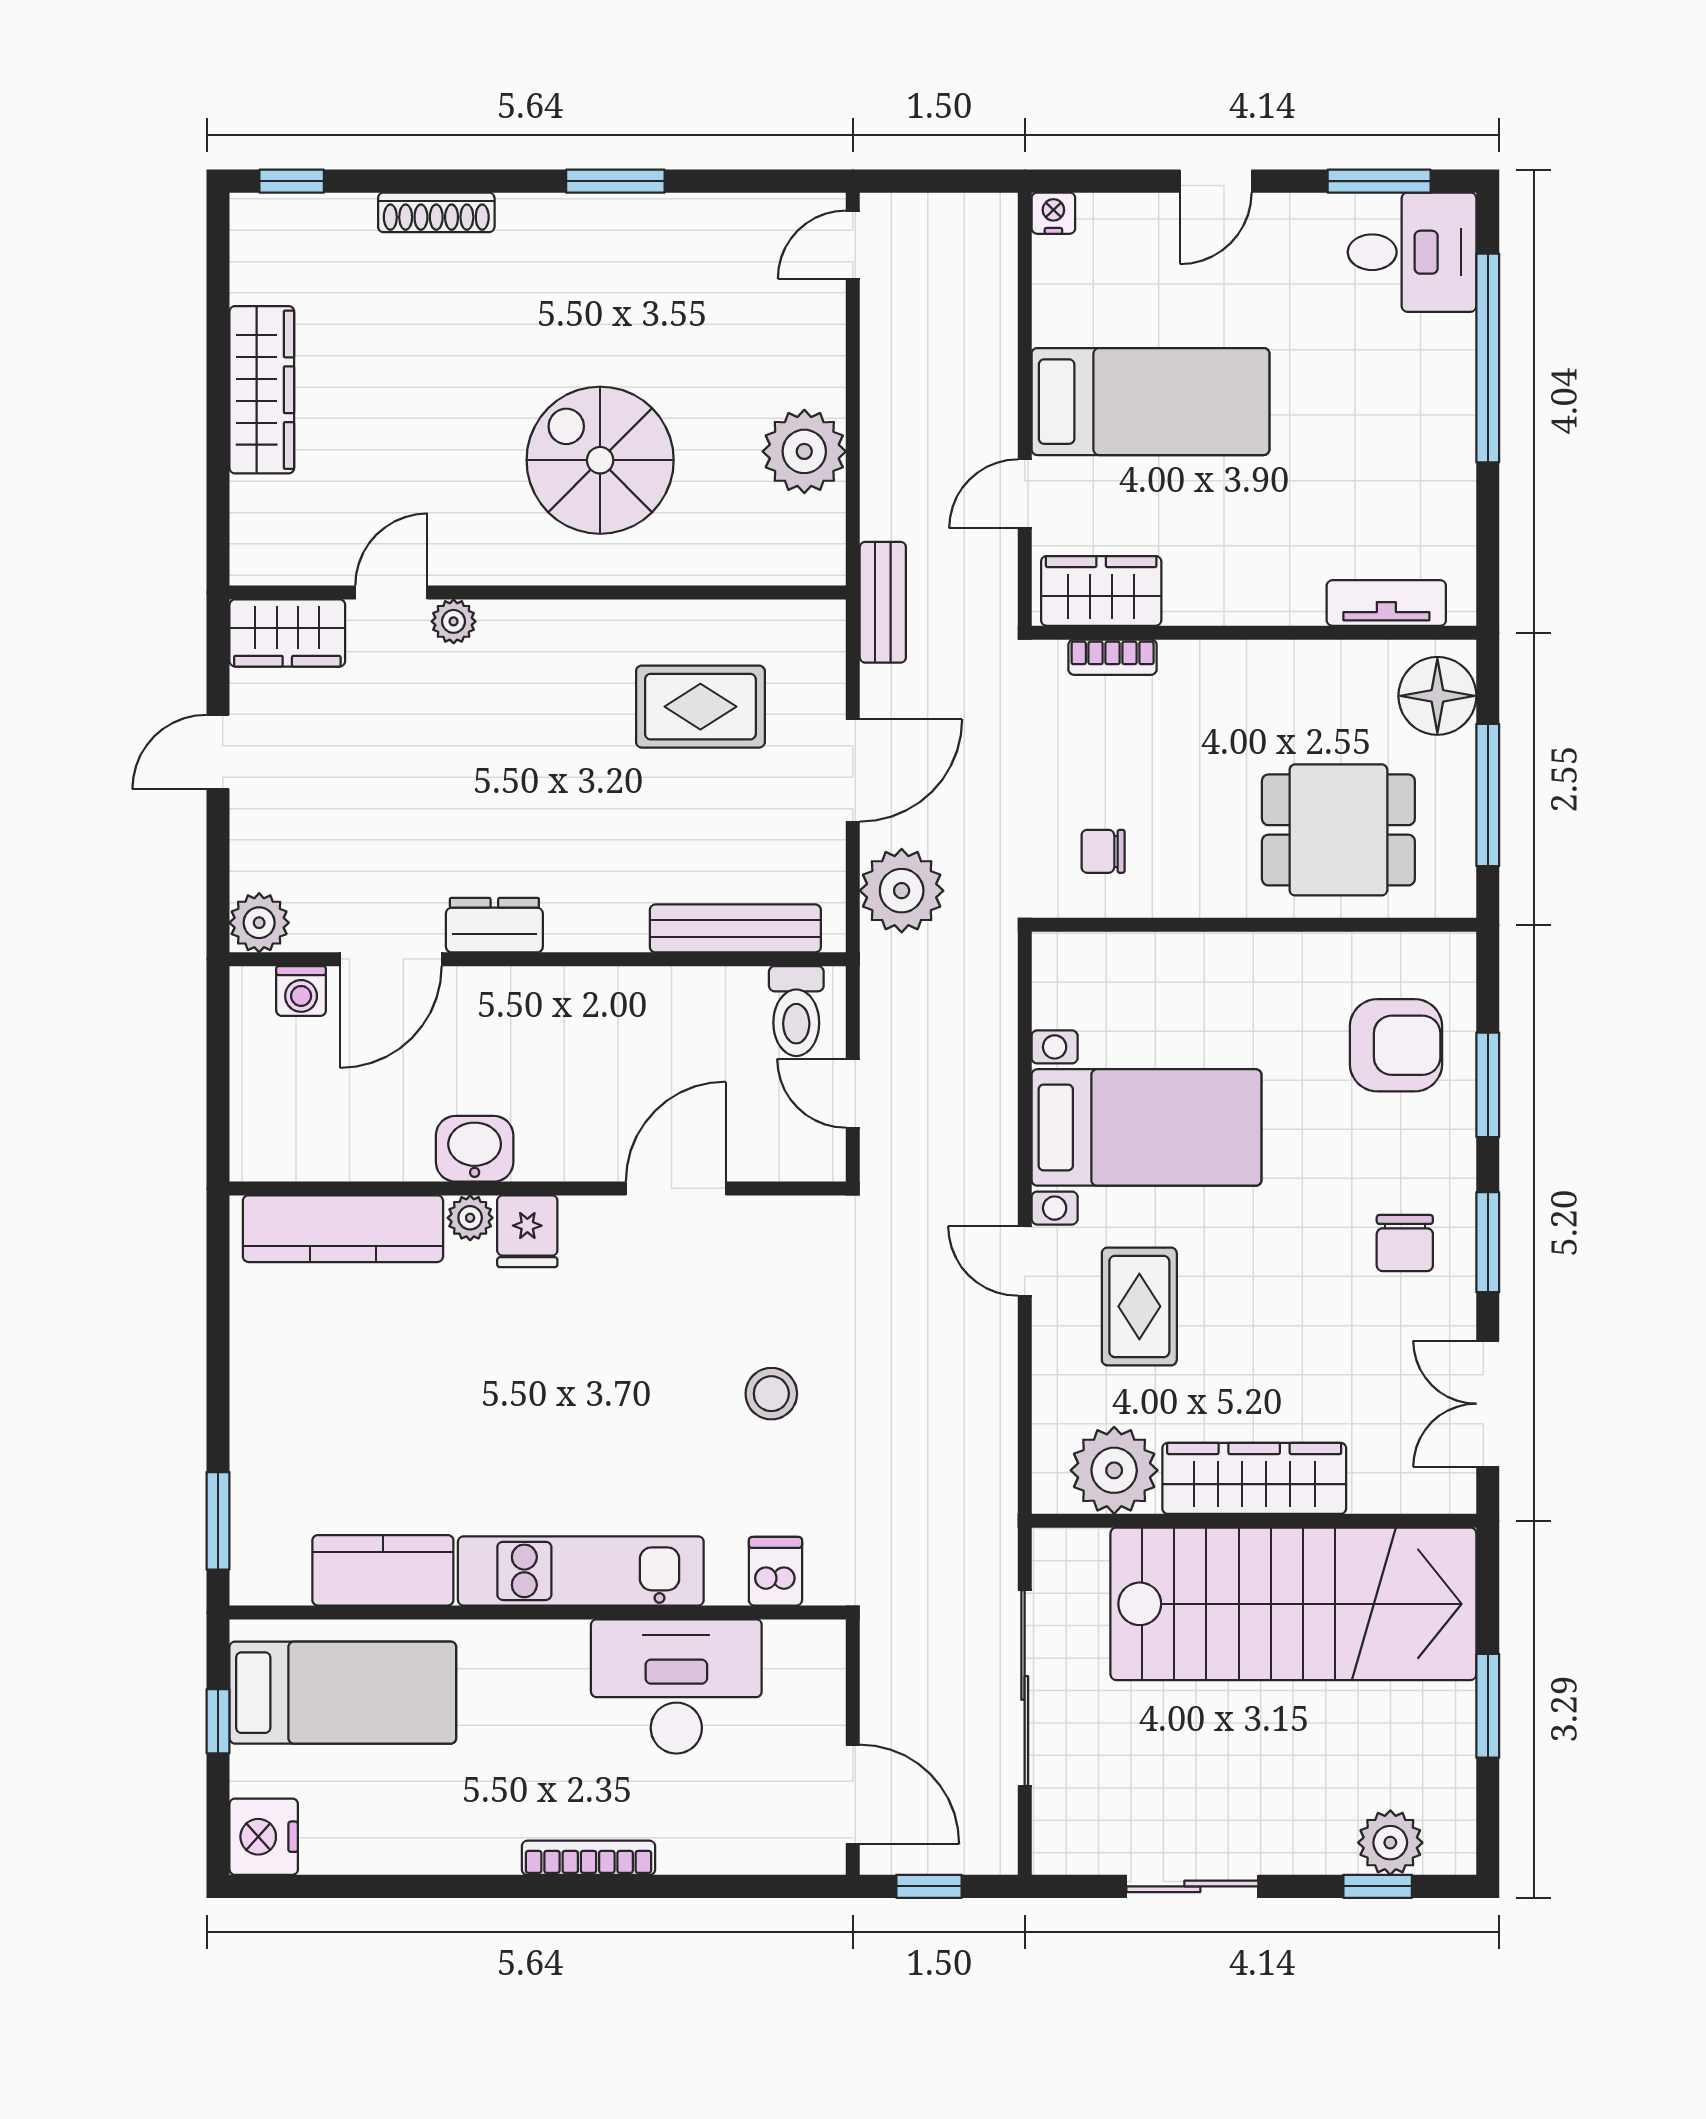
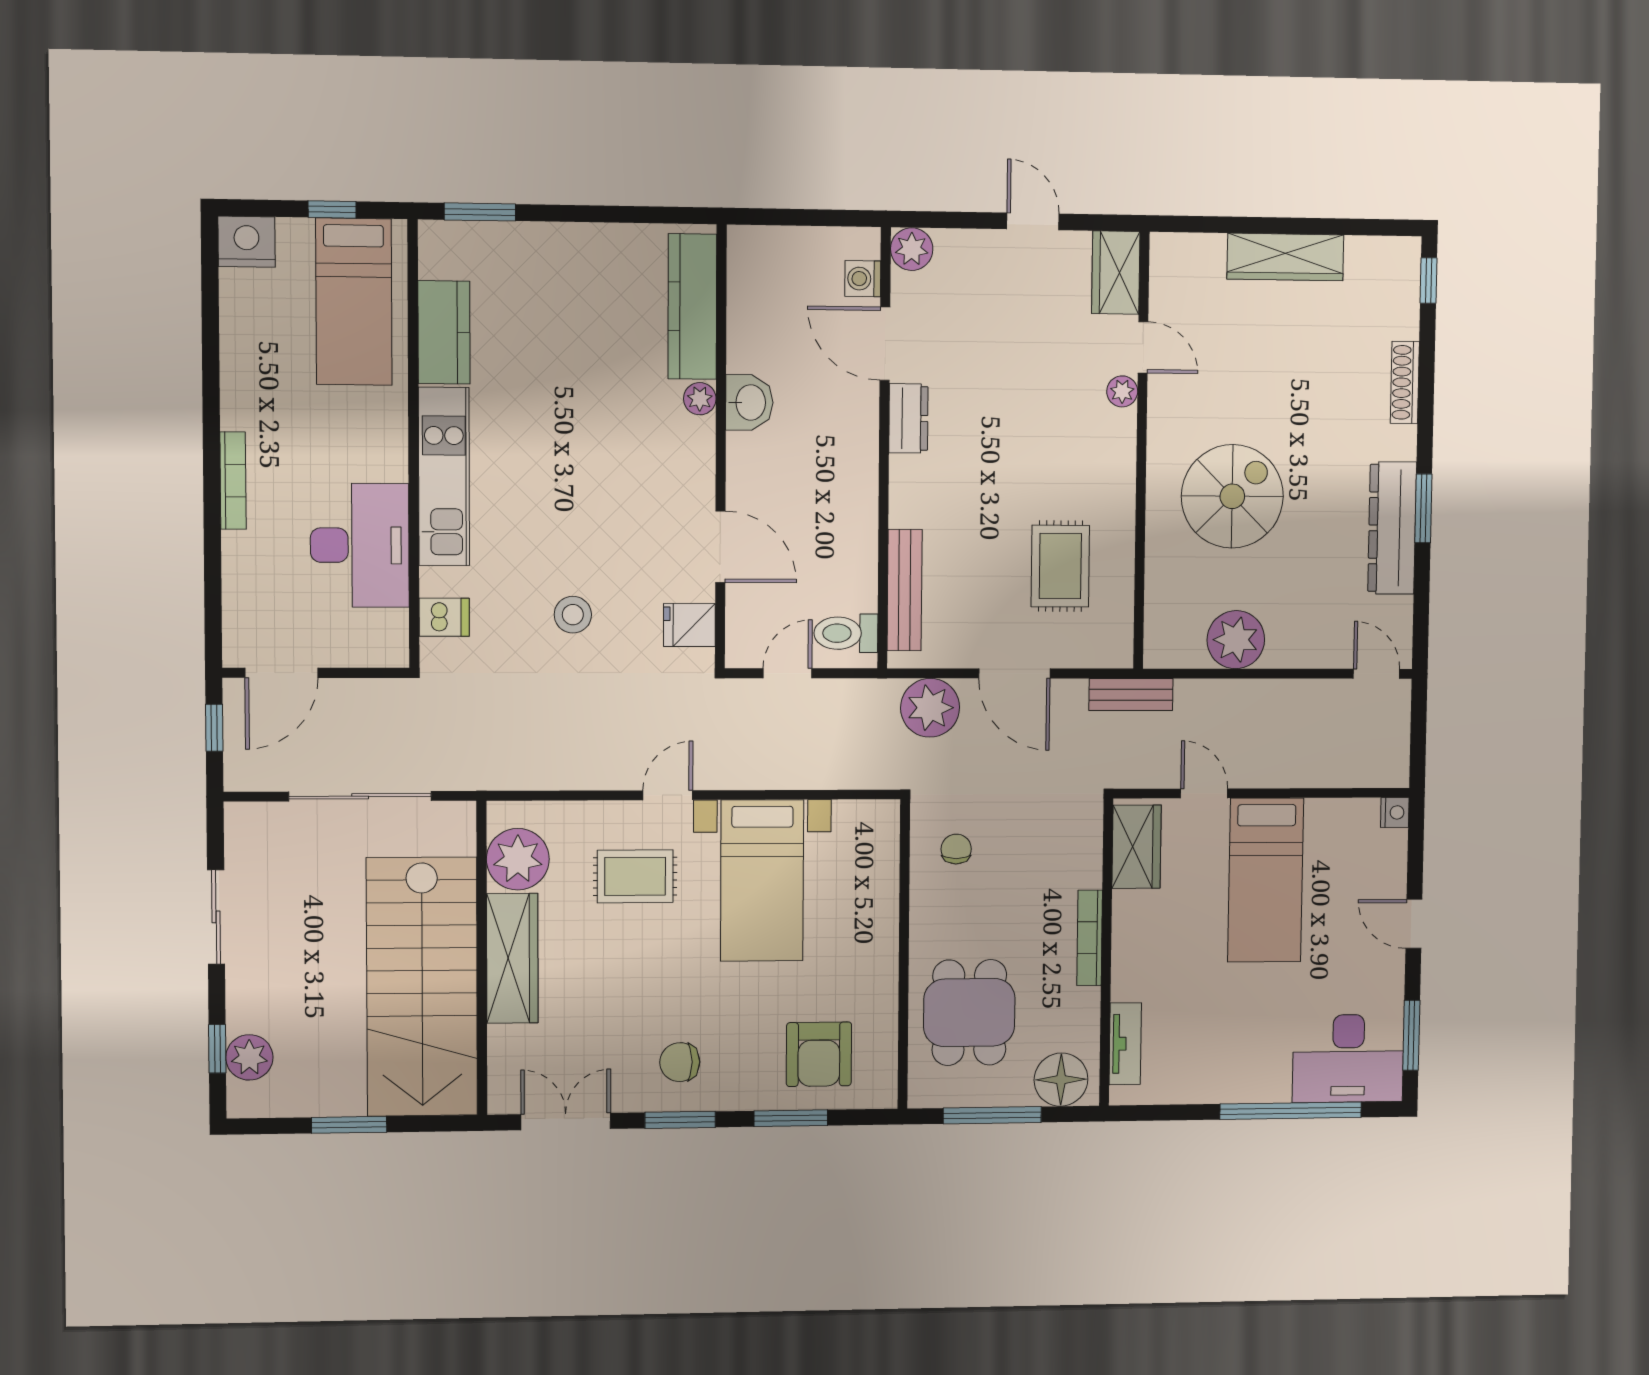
dresser: (644, 226) -> (1392, 528), added
desk: (1412, 252) -> (1348, 1058), width x1.37
bookcase: (1113, 657) -> (1090, 938), moved, width x1.56
fridge: (527, 1231) -> (689, 625), moved

